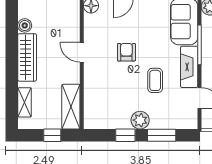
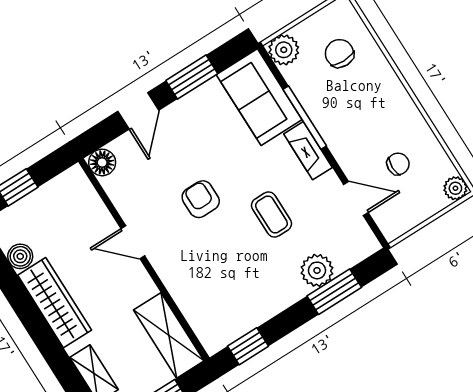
fireplace: (189, 67) -> (308, 151), width x0.73, depth x0.76
plant: (140, 120) -> (317, 270), moved
window: (125, 135) -> (248, 346), moved

